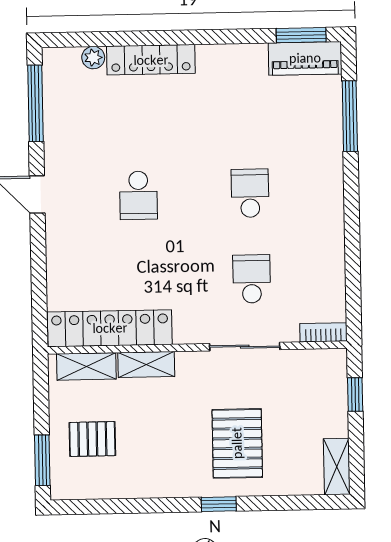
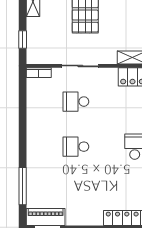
school desk: (250, 193) -> (76, 147), turned 90
school desk: (252, 279) -> (76, 102), turned 90

